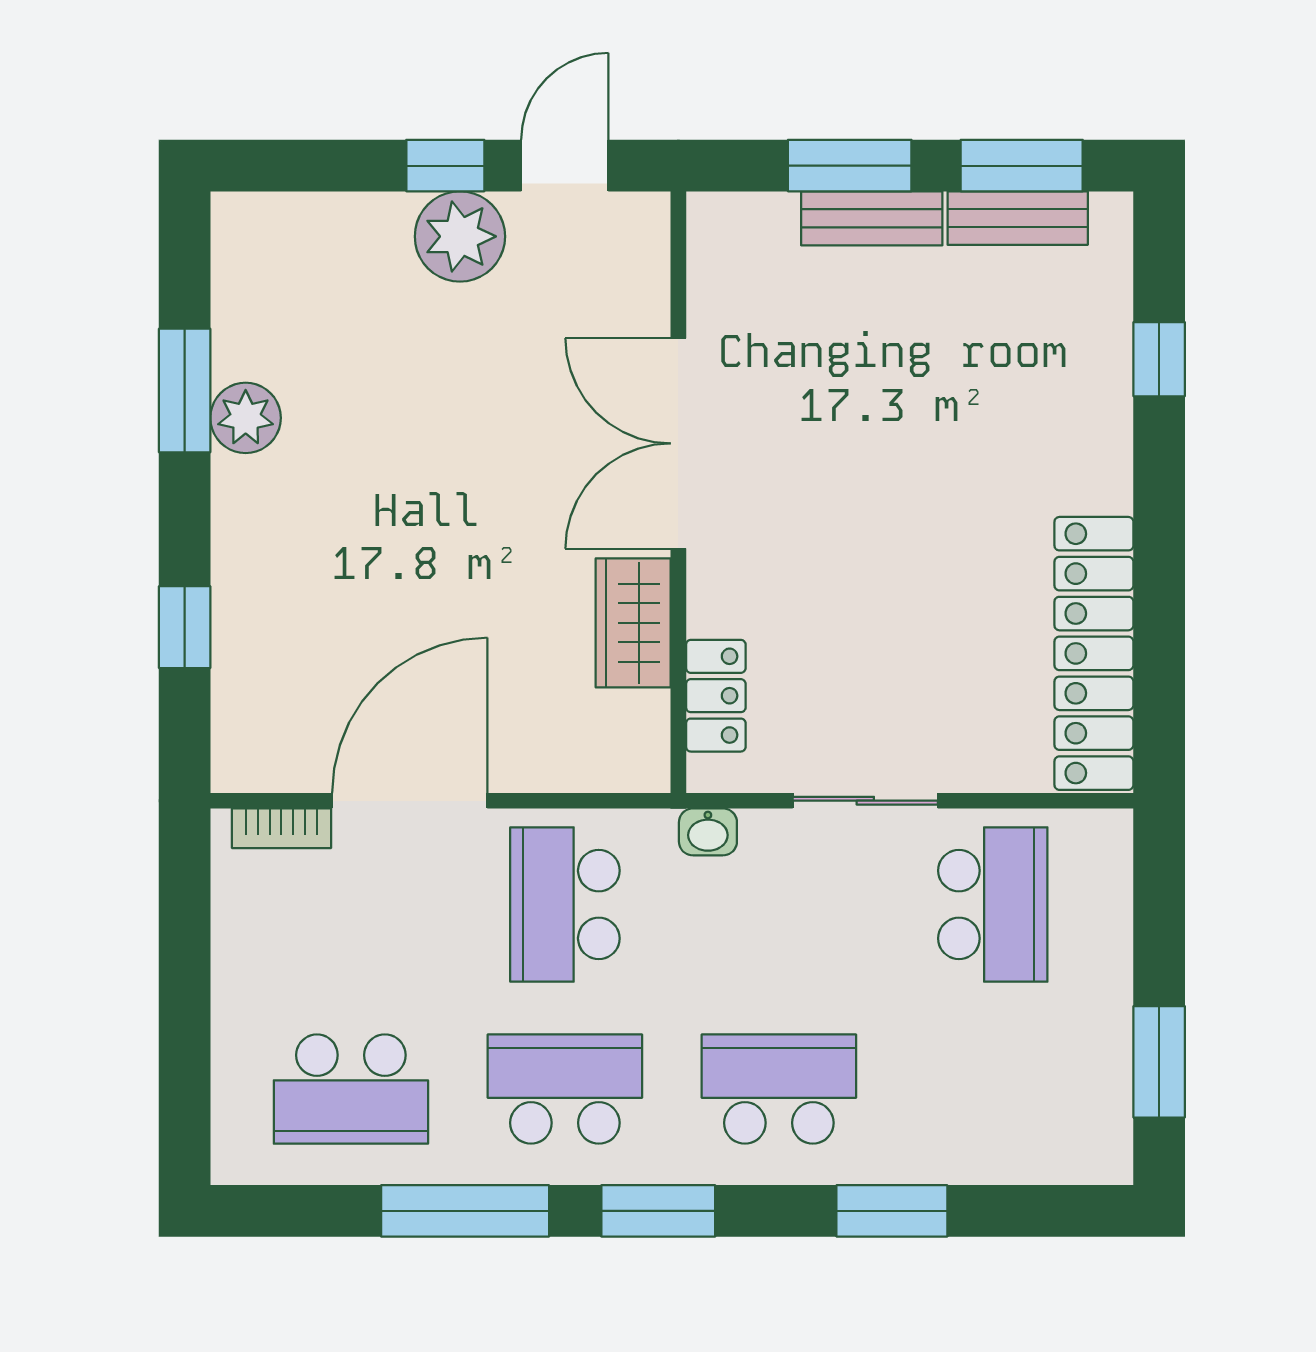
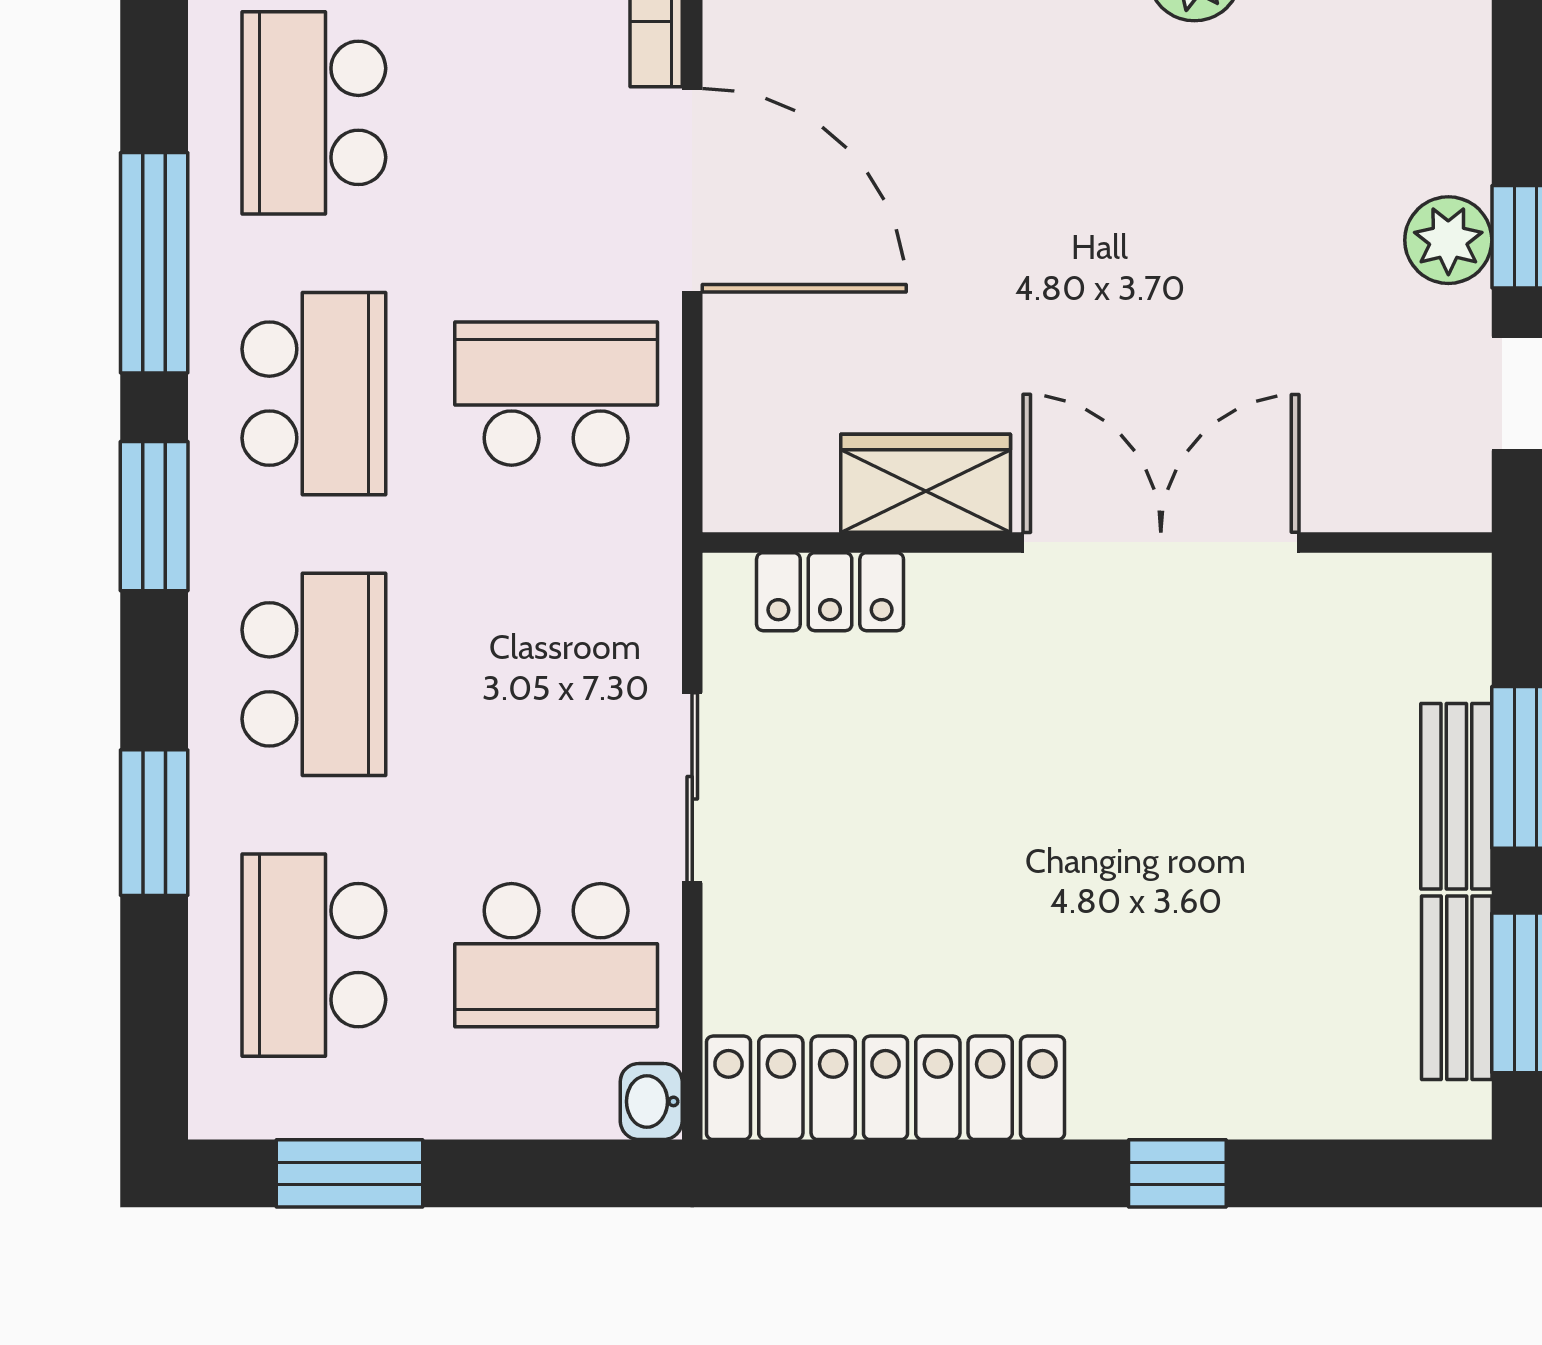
plant: (460, 236) -> (1448, 240), width x0.73, depth x0.73
window: (1159, 359) -> (1177, 1173), moved
washbasin: (708, 832) -> (651, 1101), moved
school desk: (993, 1089) -> (314, 955), added

